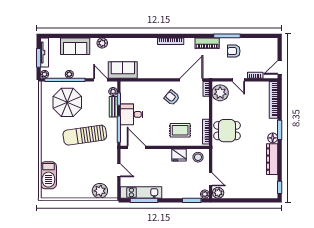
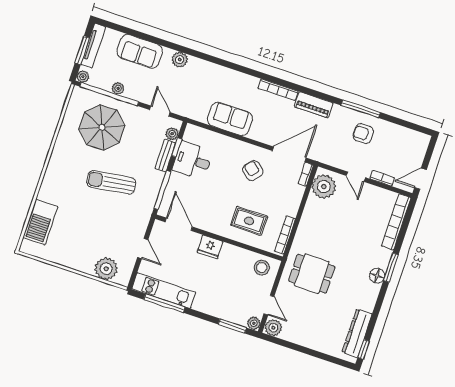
piano: (207, 43) -> (314, 105), moved
sofa: (123, 70) -> (230, 119), moved
desk: (132, 114) -> (193, 160), moved
dining table: (227, 131) -> (312, 274), moved
sun lounger: (85, 135) -> (111, 182), width x0.73, depth x0.75
fridge: (179, 155) -> (210, 247), moved
dresser: (272, 159) -> (357, 333), moved

